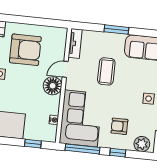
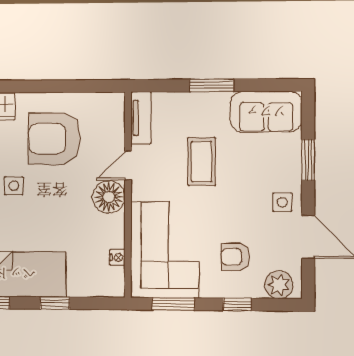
armchair: (25, 50) -> (54, 138), turned 180
window: (33, 144) -> (55, 303), moved
window: (82, 149) -> (173, 304), width x0.69

